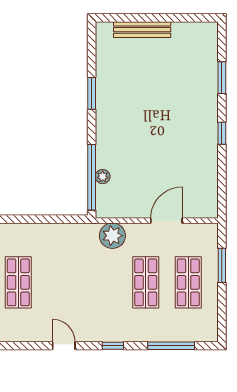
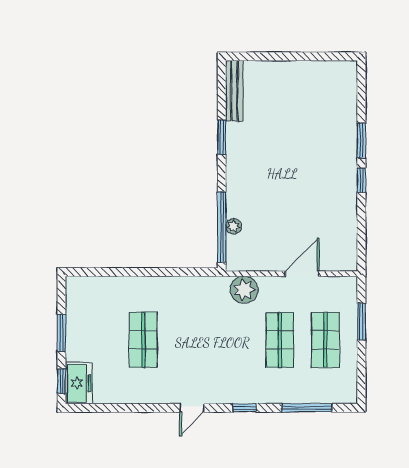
bench: (142, 30) -> (234, 91), moved, turned 90
window: (222, 78) -> (361, 140), moved
door: (64, 346) -> (192, 408), swing flipped

